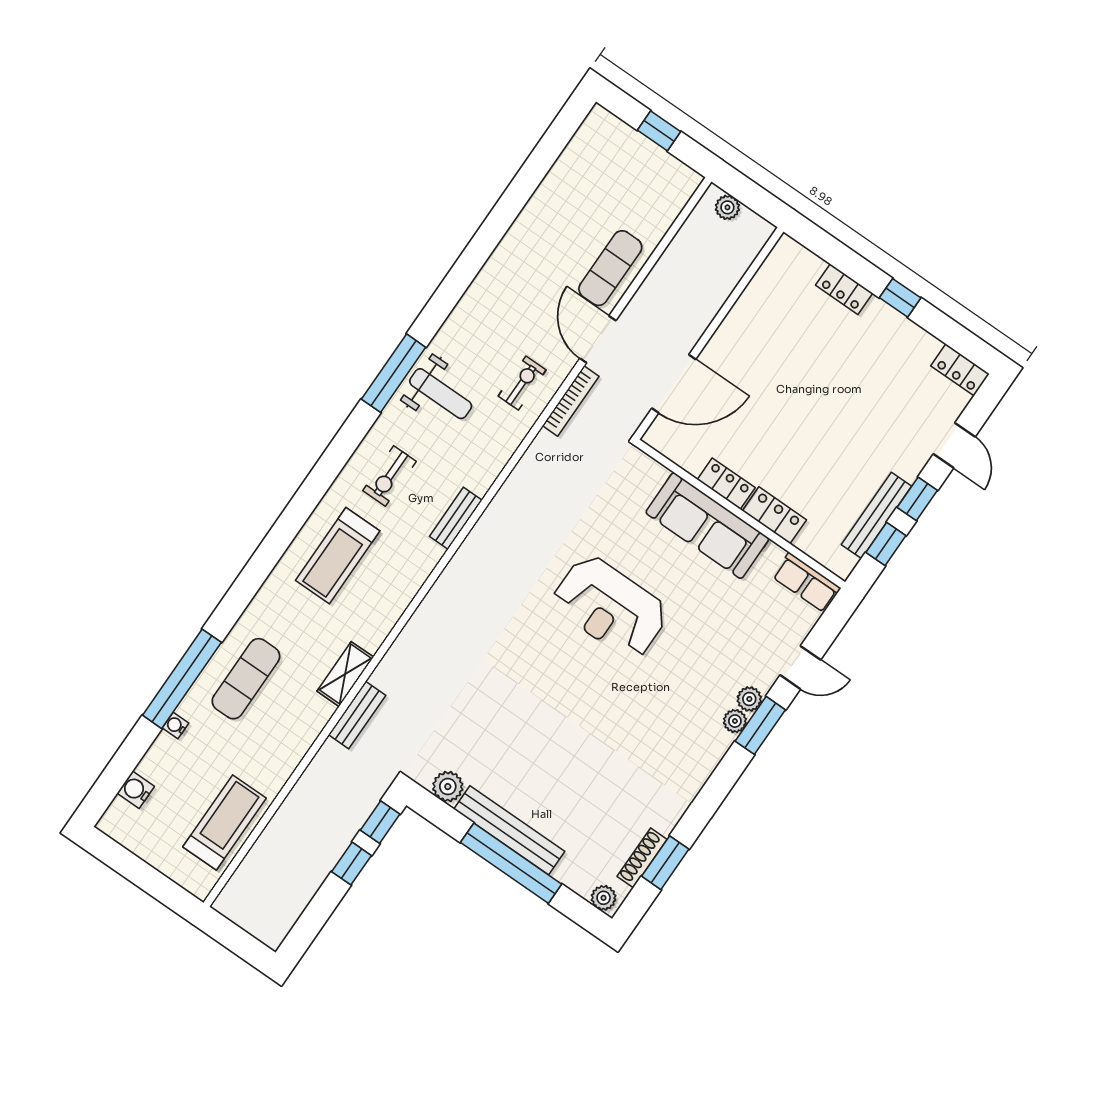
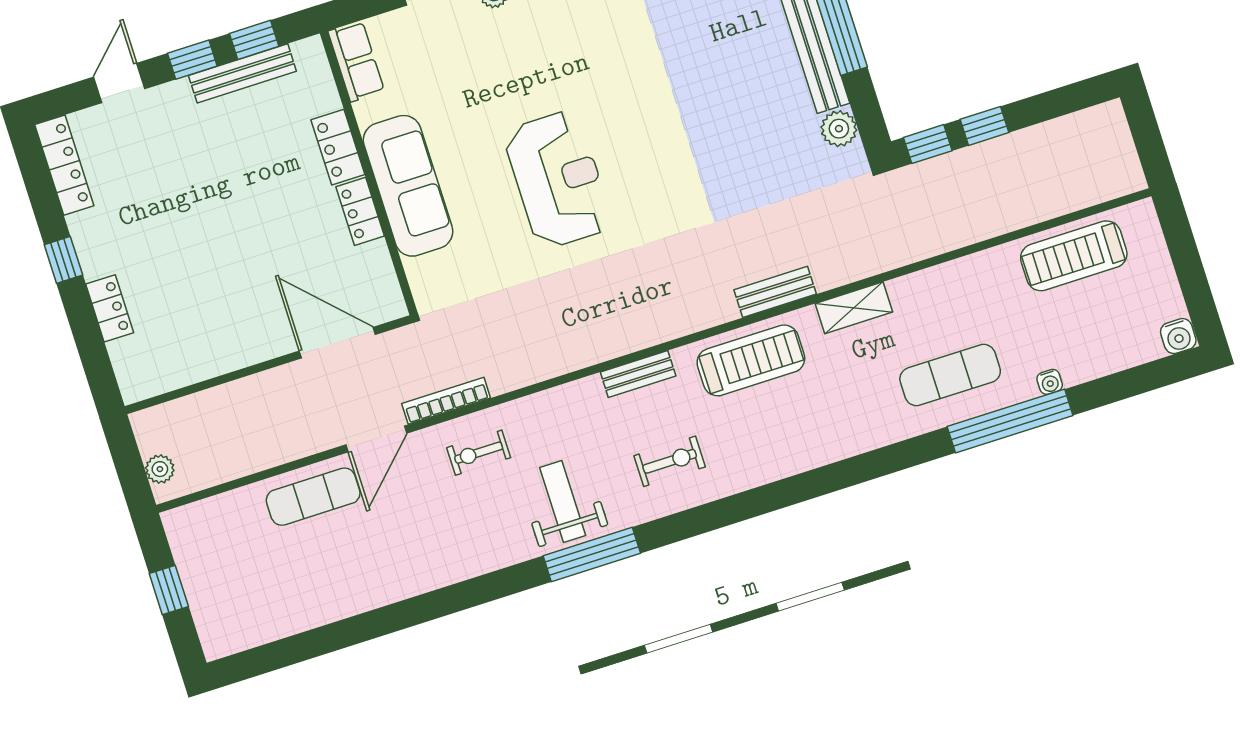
locker: (960, 370) -> (64, 165), width x1.53
treadmill: (338, 556) -> (751, 360), moved
bench: (357, 715) -> (775, 292), moved
water cooler: (136, 790) -> (1178, 336), moved

